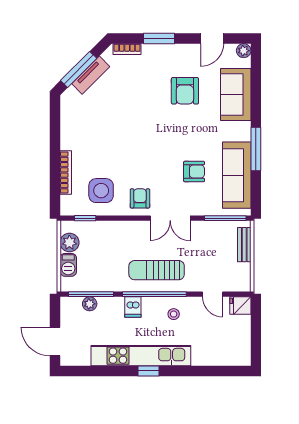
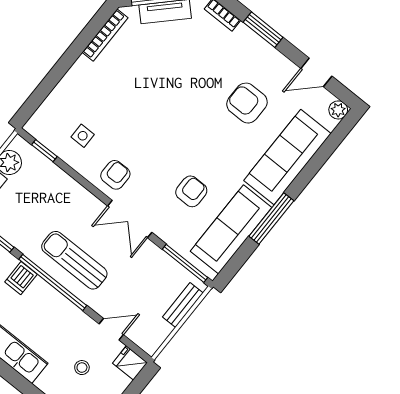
armchair: (185, 91) -> (247, 103), turned 90
sofa: (236, 95) -> (287, 157), width x1.36
bookcase: (66, 172) -> (105, 35), moved
armchair: (194, 172) -> (191, 191), turned -90
side table: (101, 191) -> (83, 136), width x0.54, depth x0.54
door: (213, 294) -> (111, 329), swing flipped
stool: (174, 314) -> (82, 368), moved

